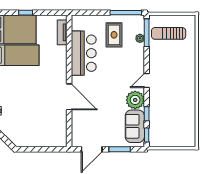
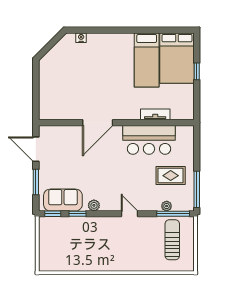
tv unit: (62, 32) -> (155, 114), moved
door: (147, 80) -> (130, 214), moved
plant: (135, 100) -> (94, 205), width x0.53, depth x0.53

